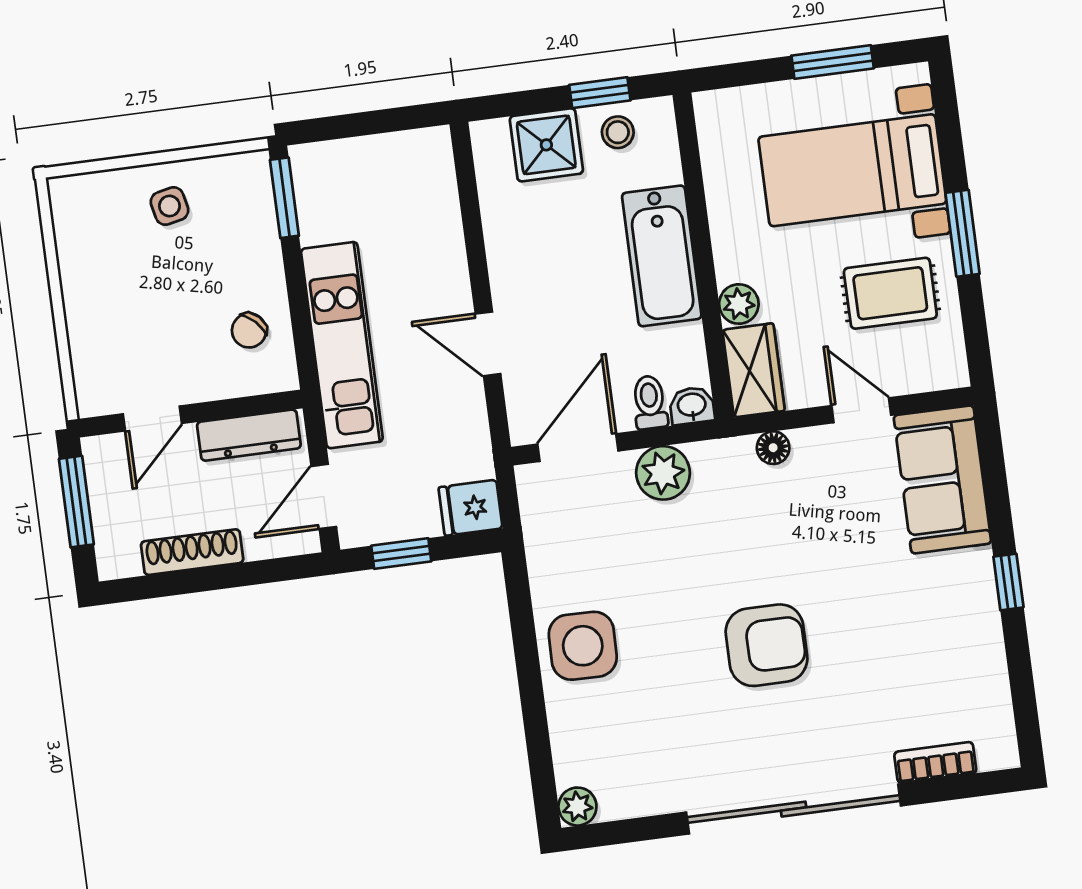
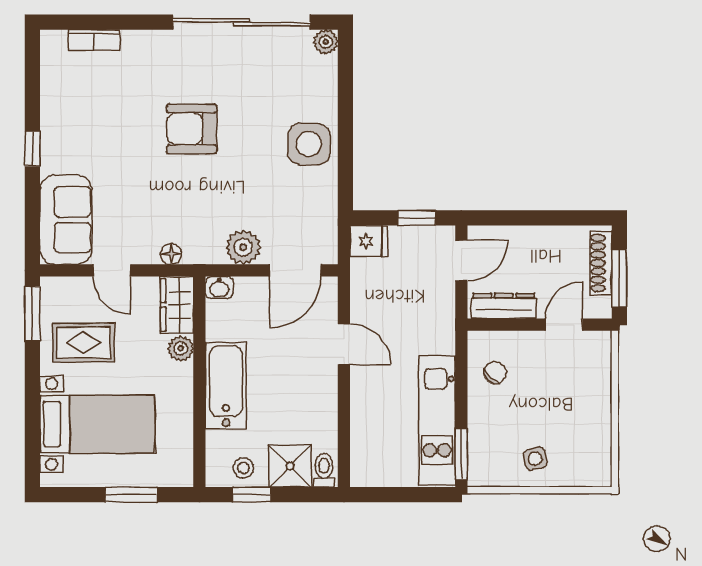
window: (833, 62) -> (131, 495), moved
window: (962, 233) -> (32, 314), moved
kitchen unit: (342, 345) -> (437, 420), moved
toilet: (650, 402) -> (324, 470), moved, turned 180
shoe rack: (192, 552) -> (601, 263), moved, turned 90
sliding door: (794, 809) -> (242, 22), moved

